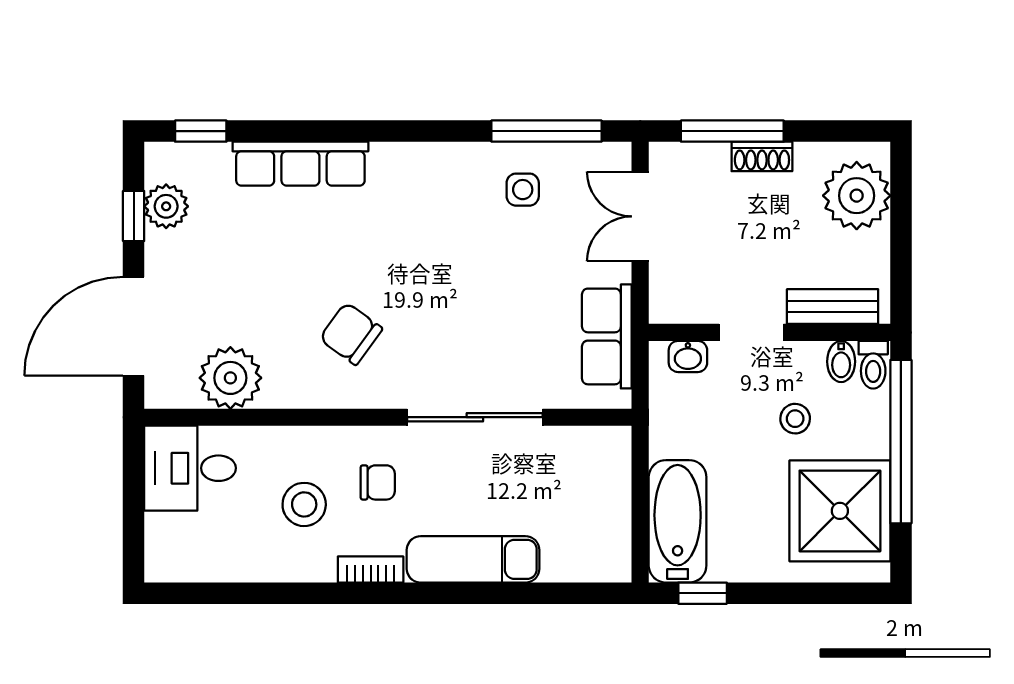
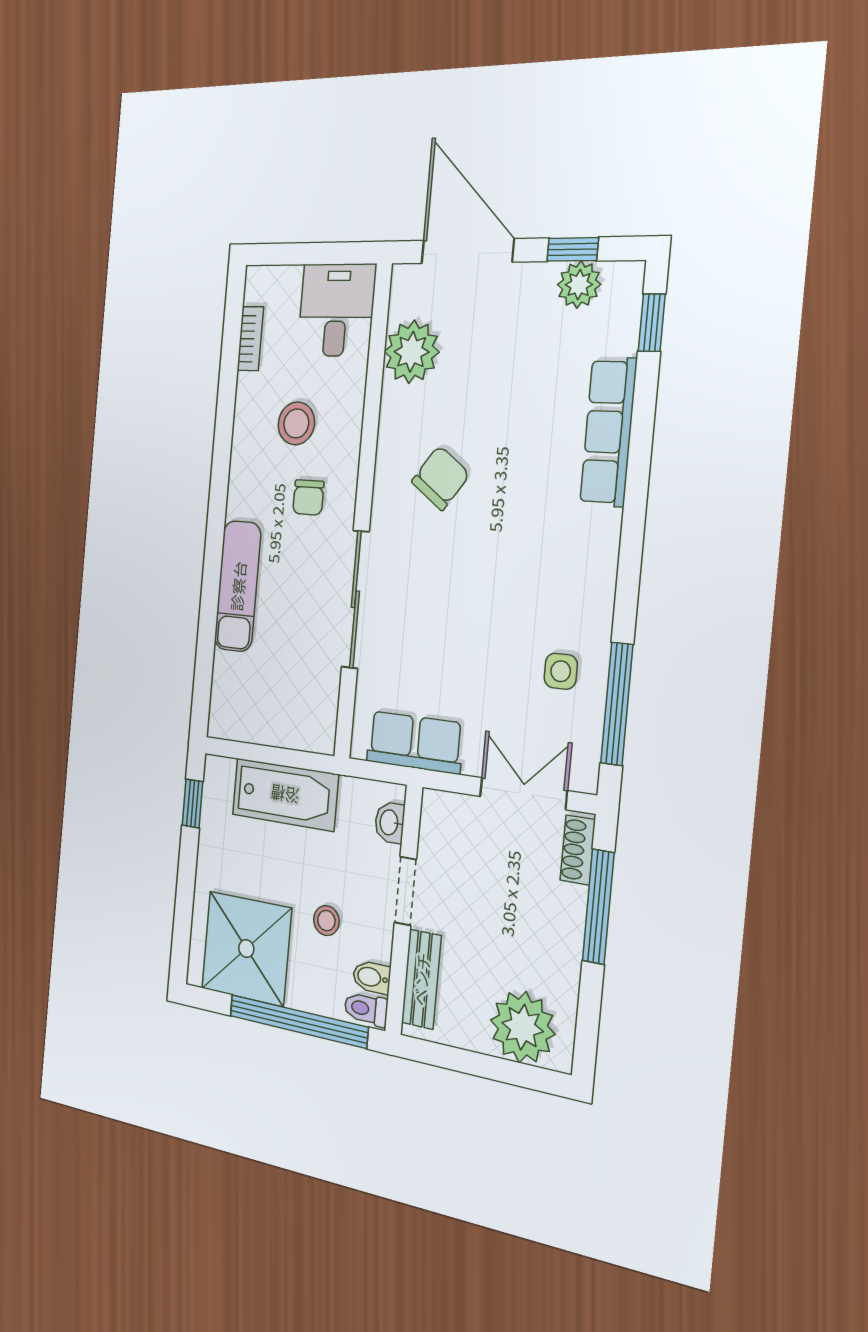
shoe rack: (762, 156) -> (578, 850), moved
bathtub: (678, 521) -> (285, 795), moved
bookcase: (371, 569) -> (250, 339), moved

